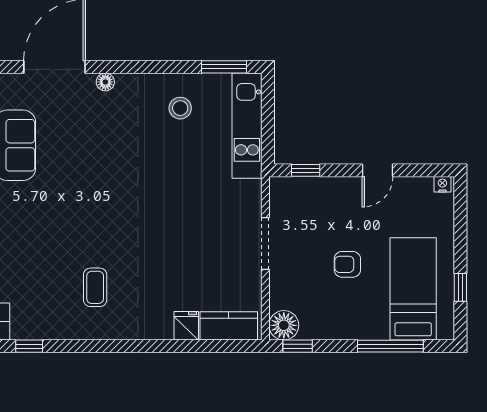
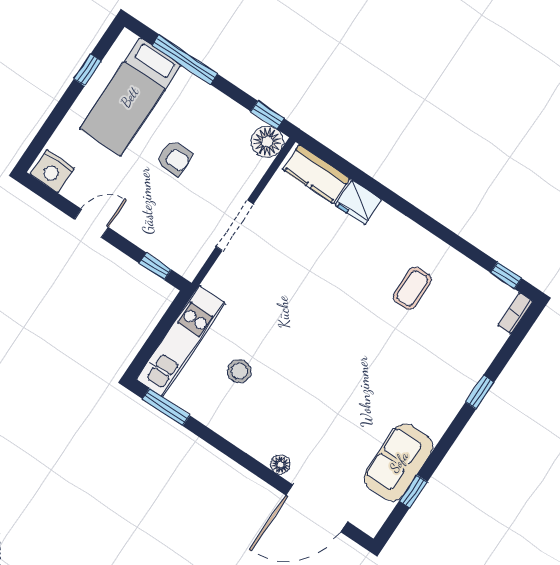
stool: (180, 108) -> (239, 371), moved
nightstand: (442, 184) -> (52, 171), width x1.89, depth x1.79
fridge: (186, 326) -> (358, 202), width x1.38

